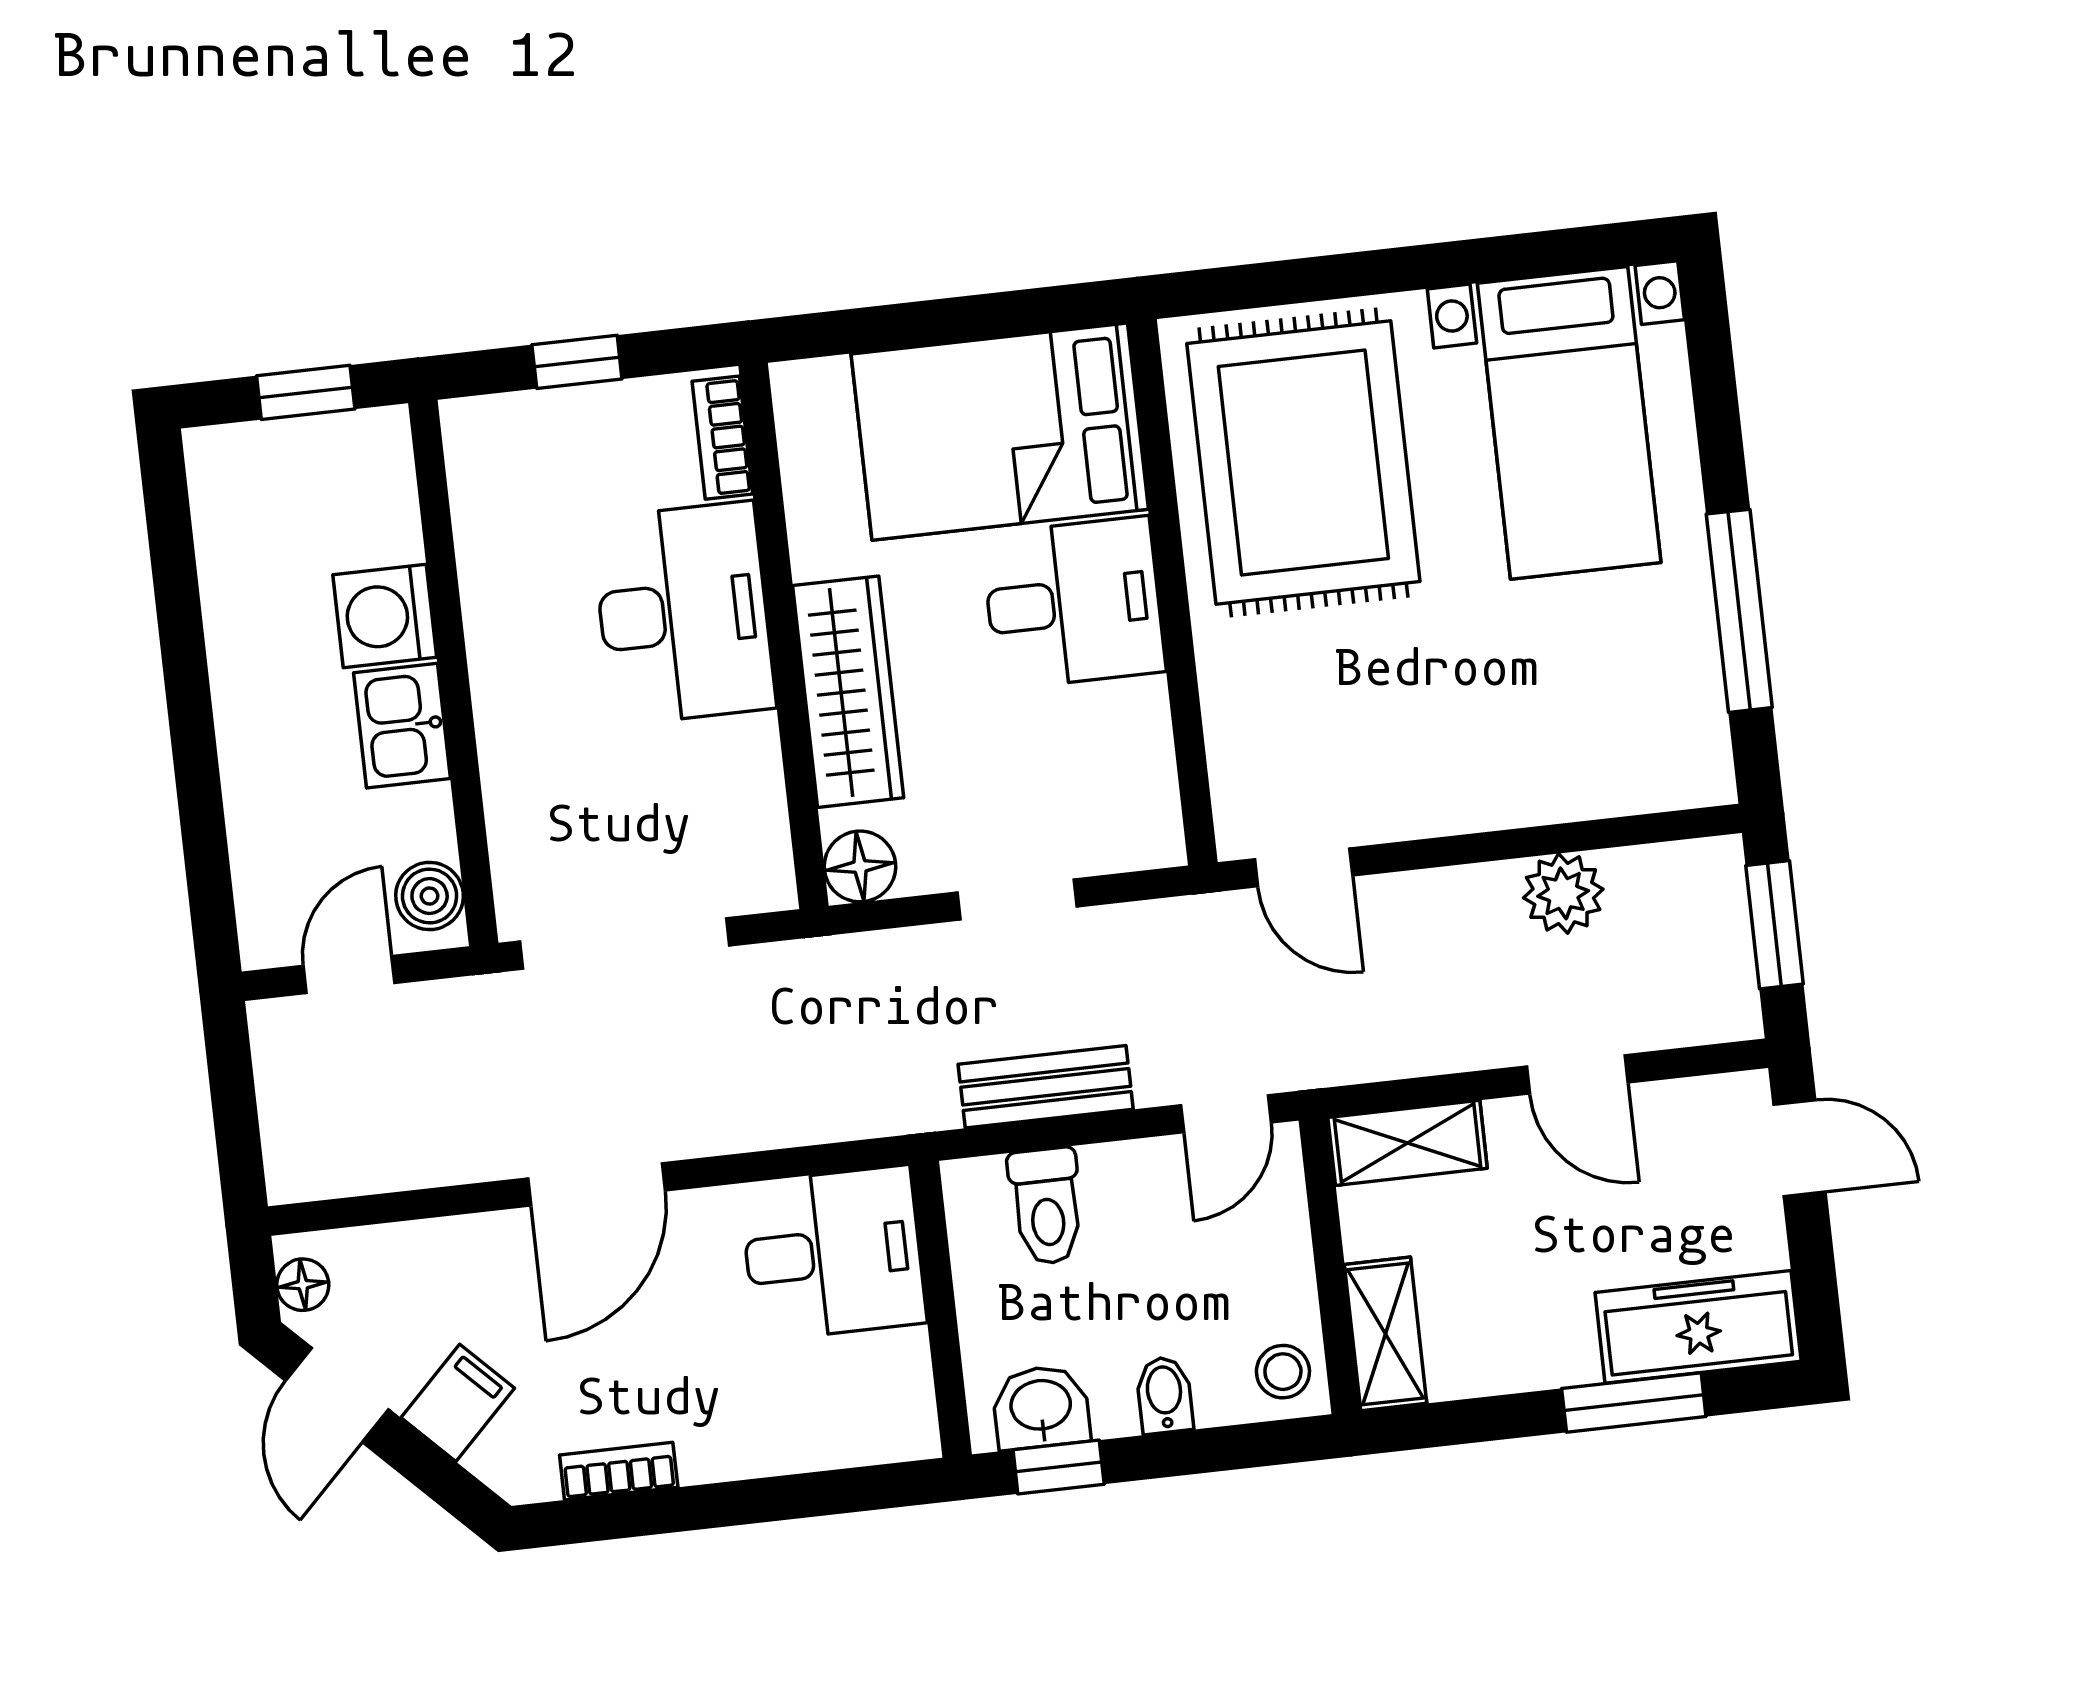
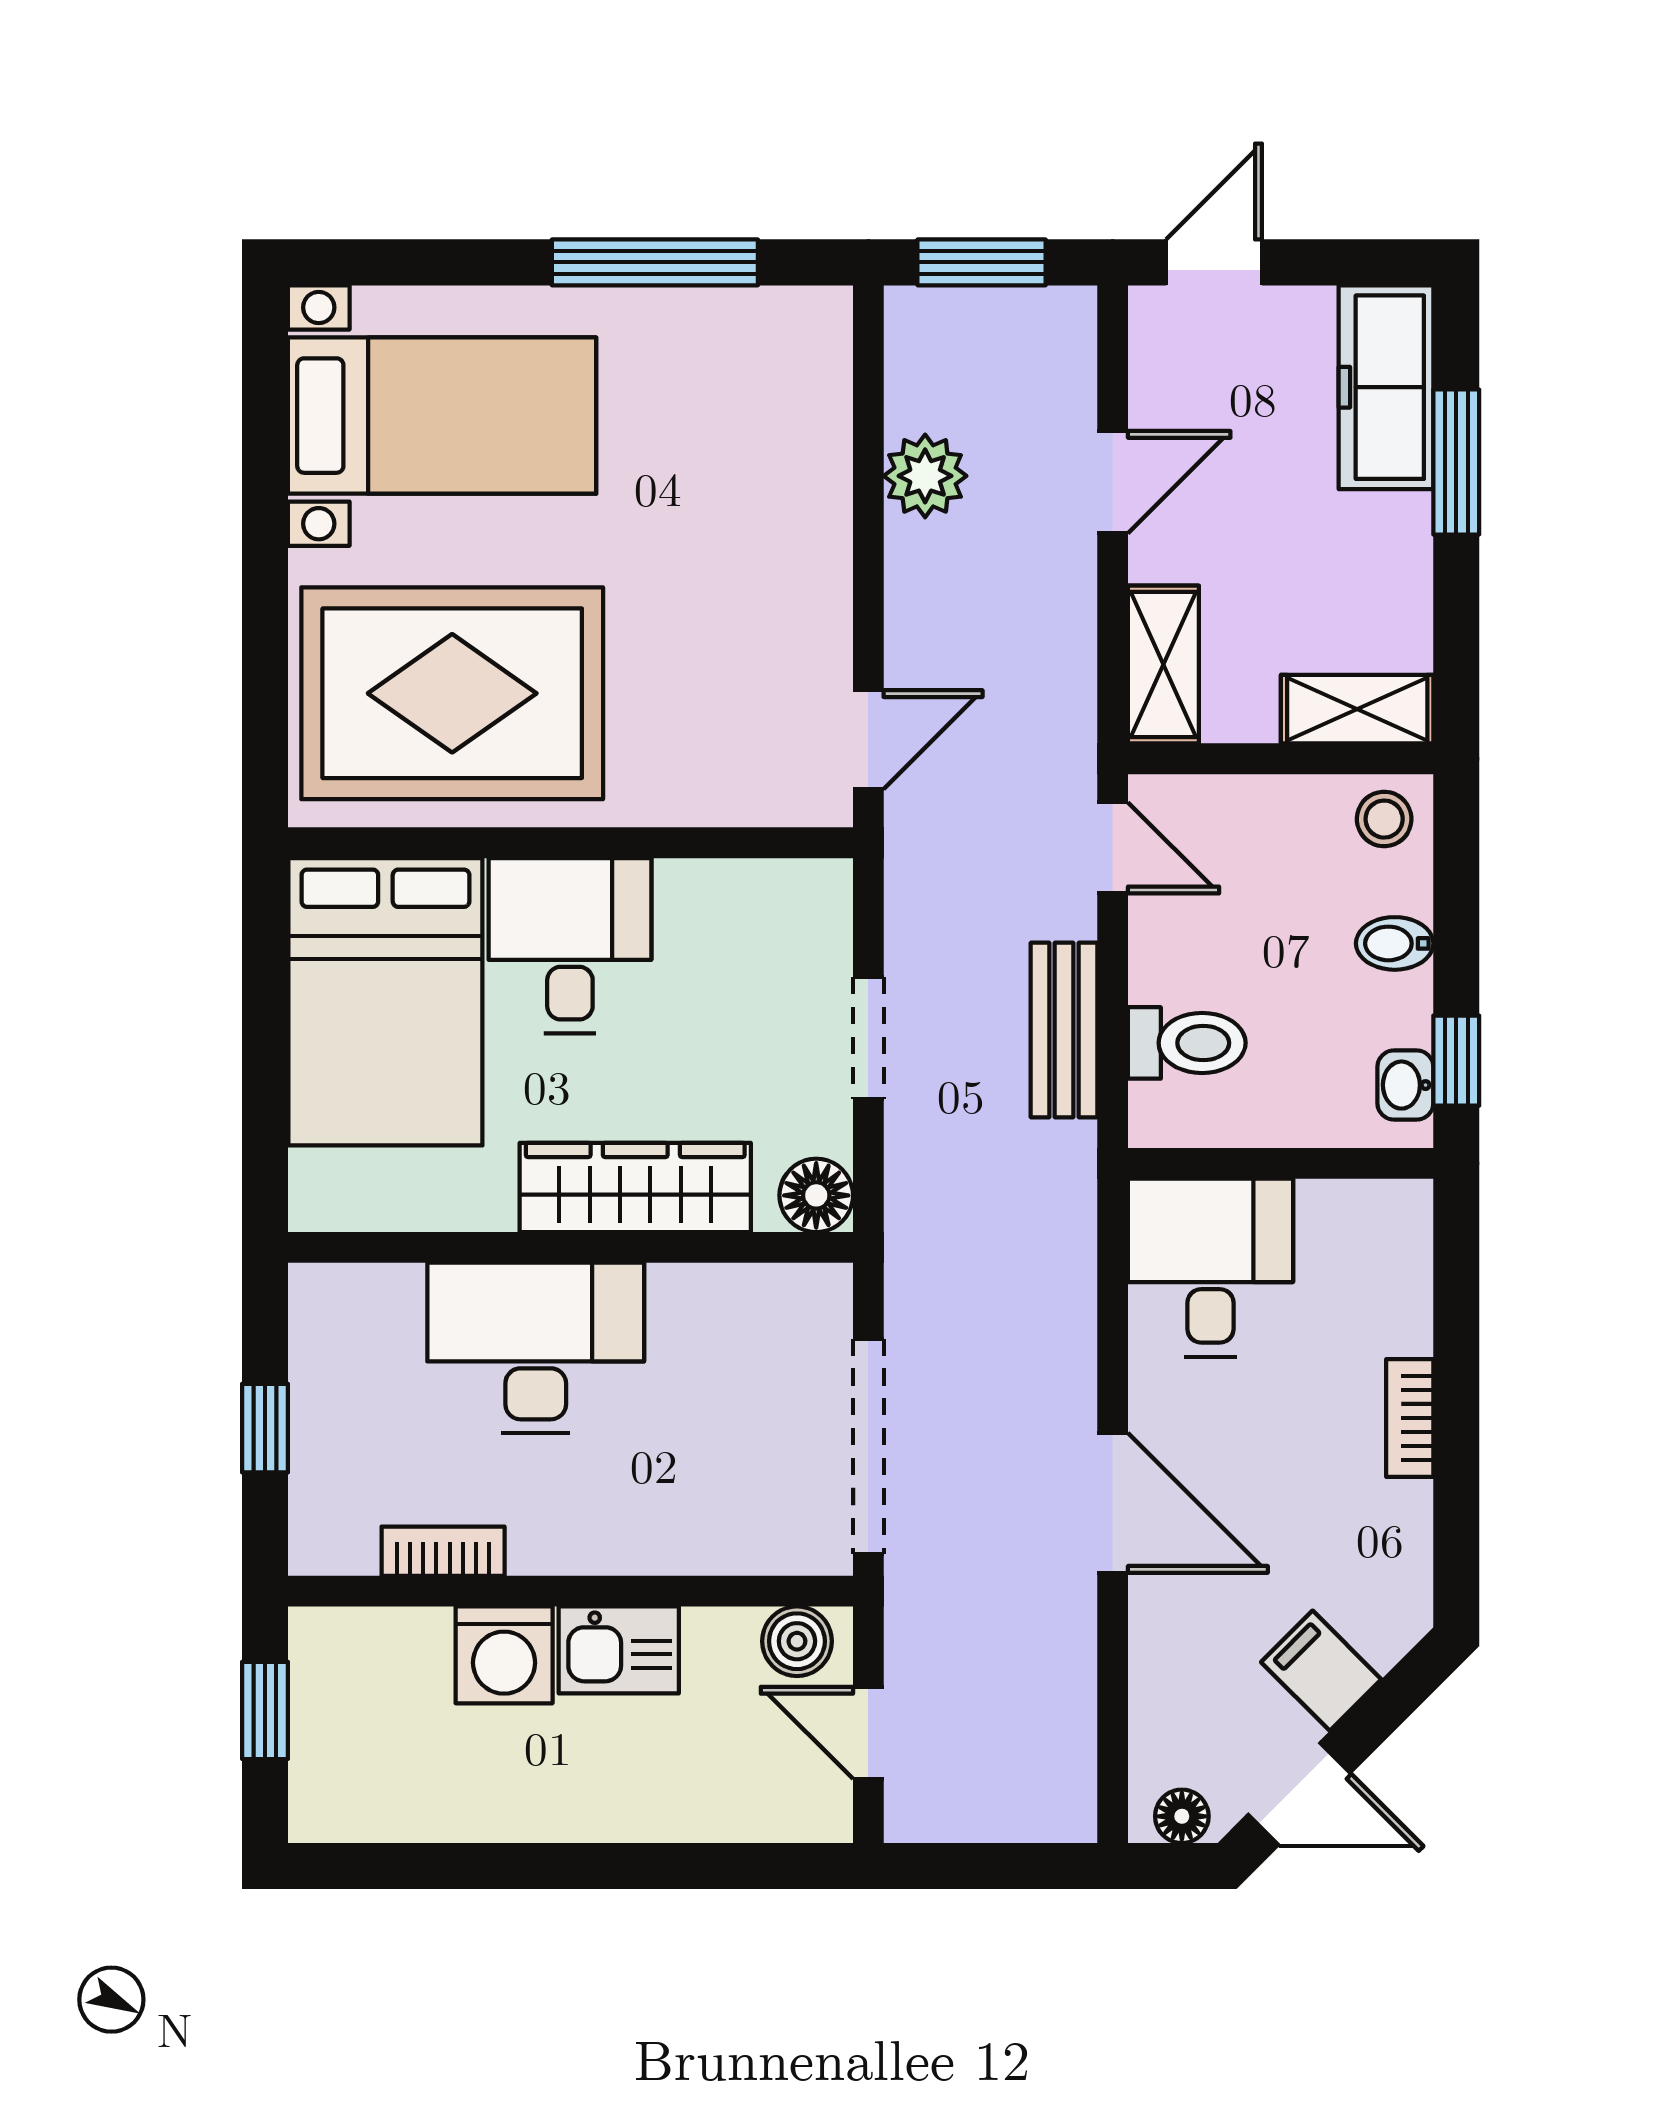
bookcase: (722, 438) -> (443, 1551), moved, turned 180
washbasin: (1041, 1407) -> (1405, 1085), width x0.72, depth x0.69
bookcase: (619, 1471) -> (1410, 1418), moved

